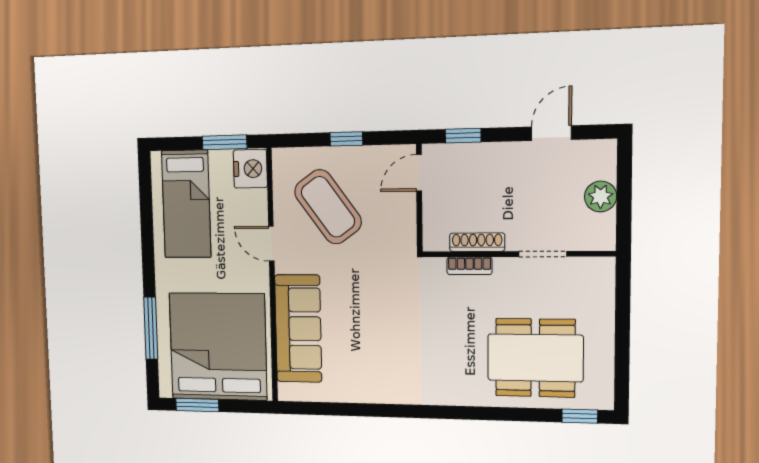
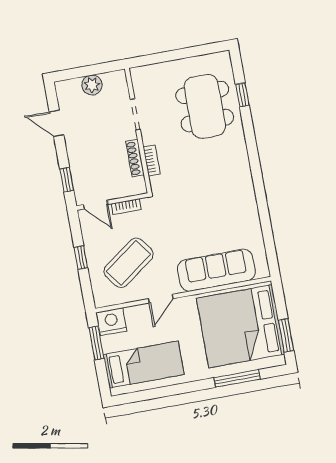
bookcase: (408, 217) -> (126, 207), added
window: (580, 416) -> (242, 95), moved

